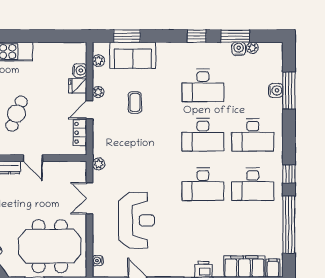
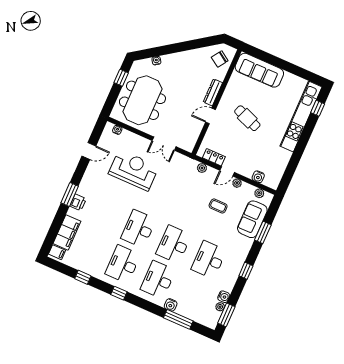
window: (127, 36) -> (263, 232), moved
window: (235, 36) -> (226, 315), moved
fridge: (78, 86) -> (248, 170), removed
water cooler: (276, 90) -> (171, 305), moved
door: (90, 110) -> (227, 171), swing flipped
plant: (99, 164) -> (202, 168), moved
double door: (90, 198) -> (164, 144), swing flipped
reception desk: (137, 220) -> (134, 170), turned 180
window: (289, 225) -> (83, 277), width x0.32

